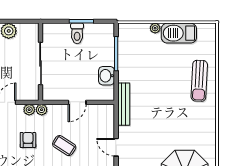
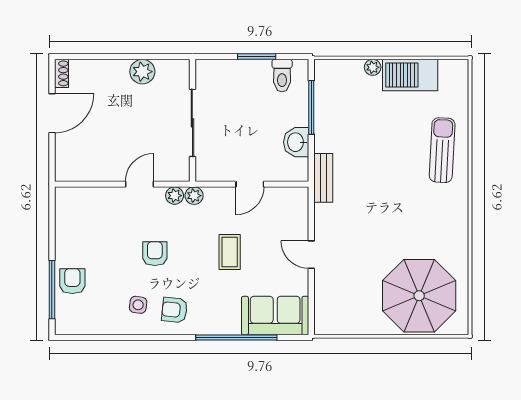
toilet: (77, 33) -> (282, 76), moved
sun lounger: (199, 81) -> (442, 150), turned 180
bench: (124, 104) -> (323, 178), width x0.73
armchair: (28, 140) -> (155, 254), moved
coffee table: (64, 146) -> (230, 252), turned 57

